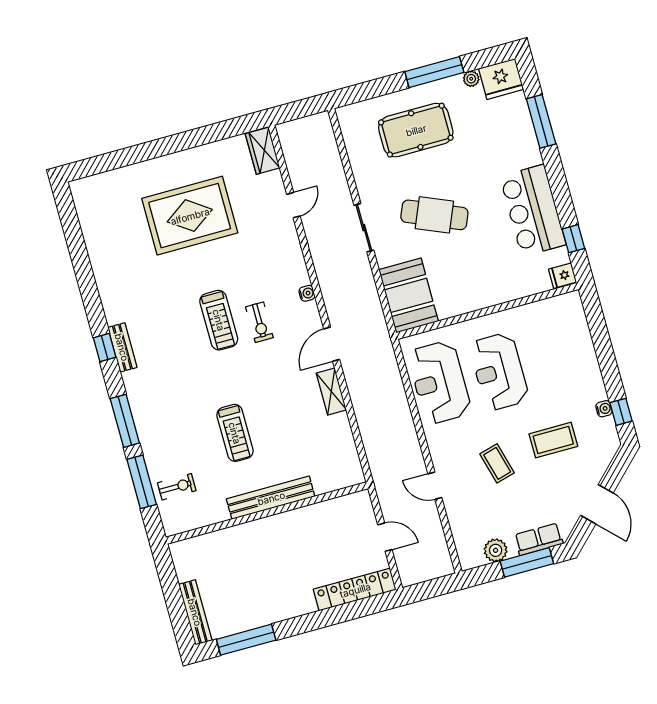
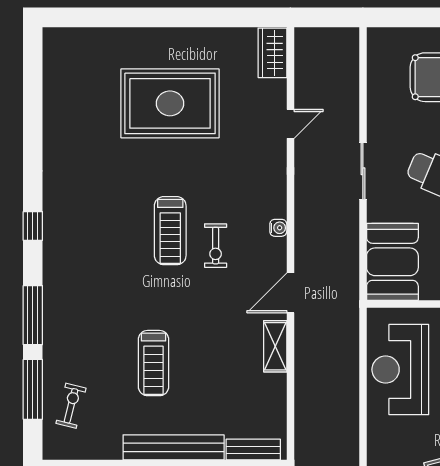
bench: (122, 347) -> (253, 450), moved, turned 90
exercise bike: (177, 487) -> (71, 406), turned -76

